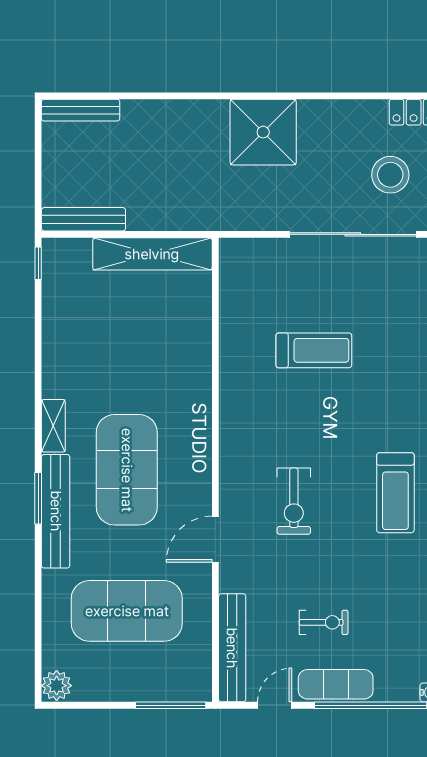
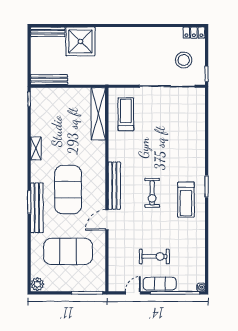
shower: (263, 132) -> (80, 41), moved
shelving: (152, 254) -> (98, 114), moved, turned 90
treadmill: (314, 350) -> (126, 114), moved, turned -90
shelving: (53, 426) -> (36, 148), moved
exercise bike: (294, 501) -> (152, 193), moved
exercise bike: (324, 622) -> (154, 256), width x1.38, depth x1.39
bench: (232, 648) -> (114, 186), moved

